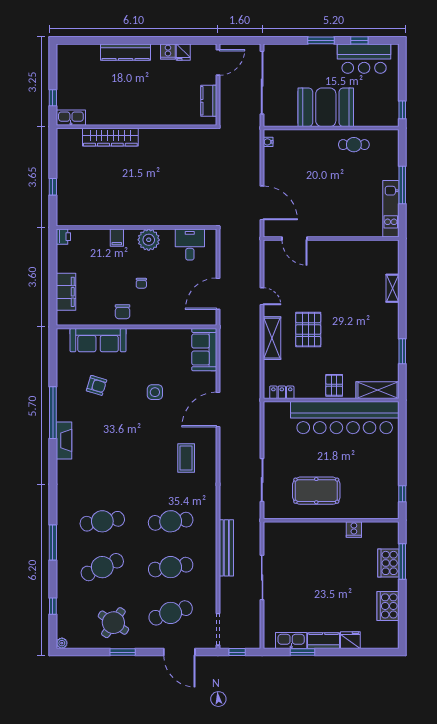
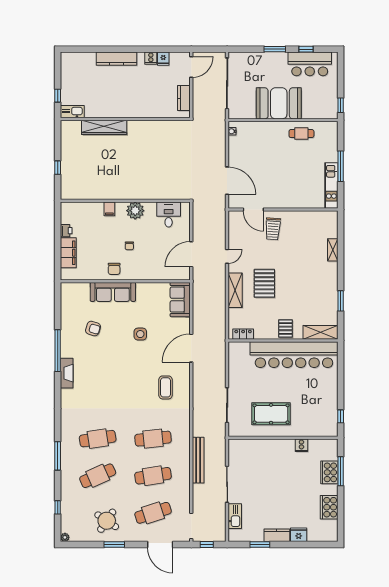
printer: (63, 237) -> (66, 231), moved
trolley: (319, 262) -> (273, 229), added
door: (262, 296) -> (227, 256), hinge flipped
sofa: (98, 340) -> (113, 292), moved
kitchen sink: (291, 640) -> (235, 516), moved, turned 90

